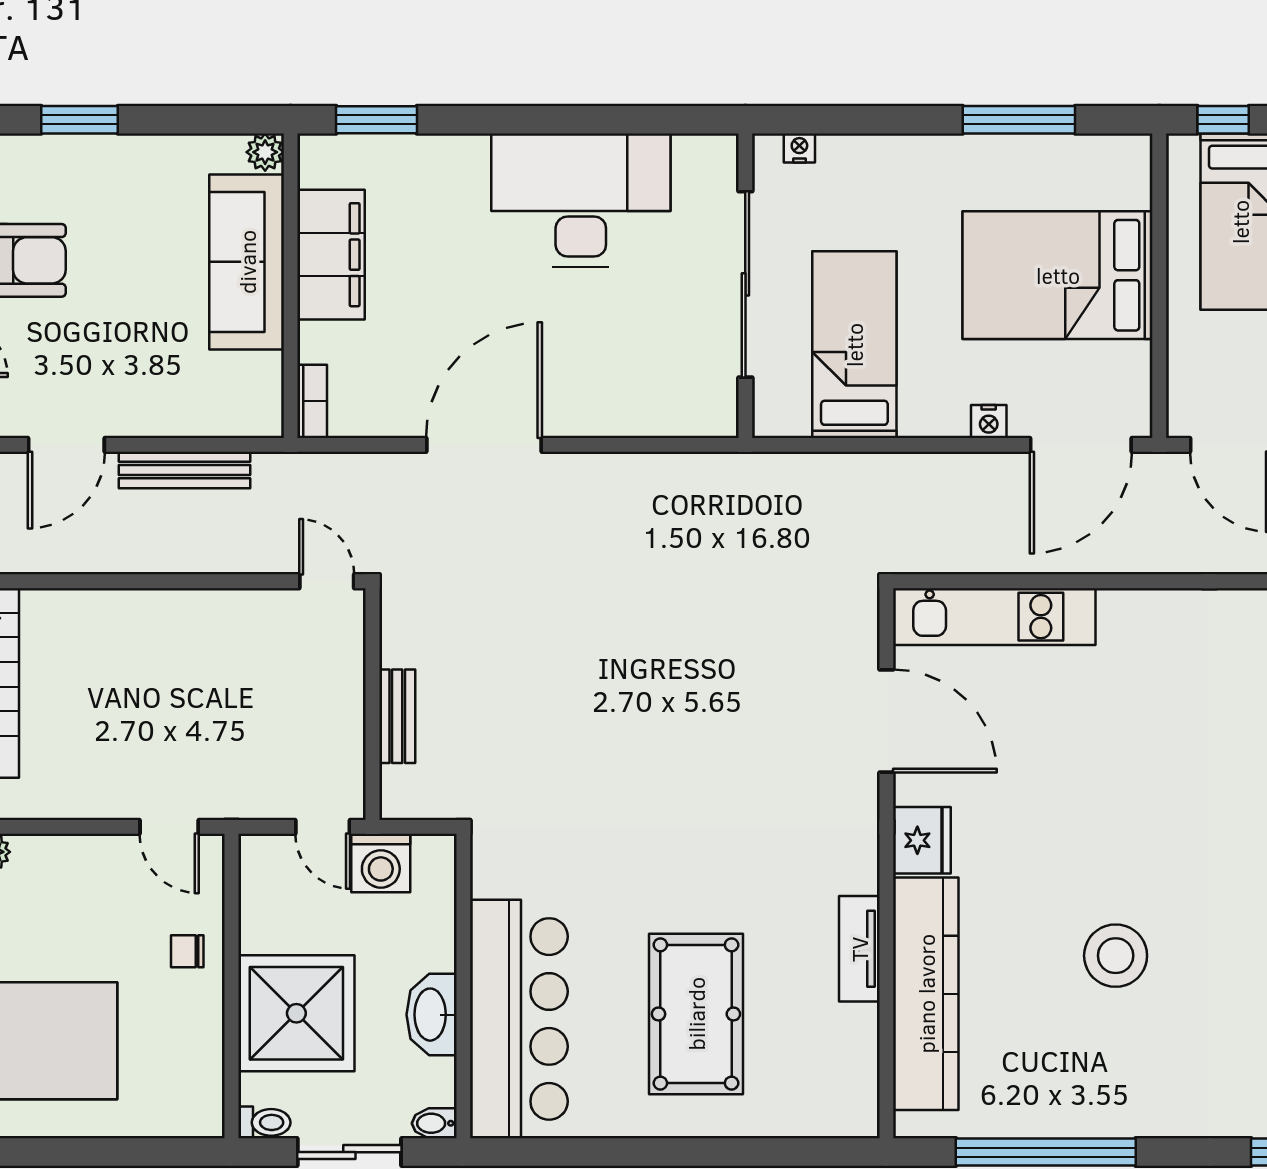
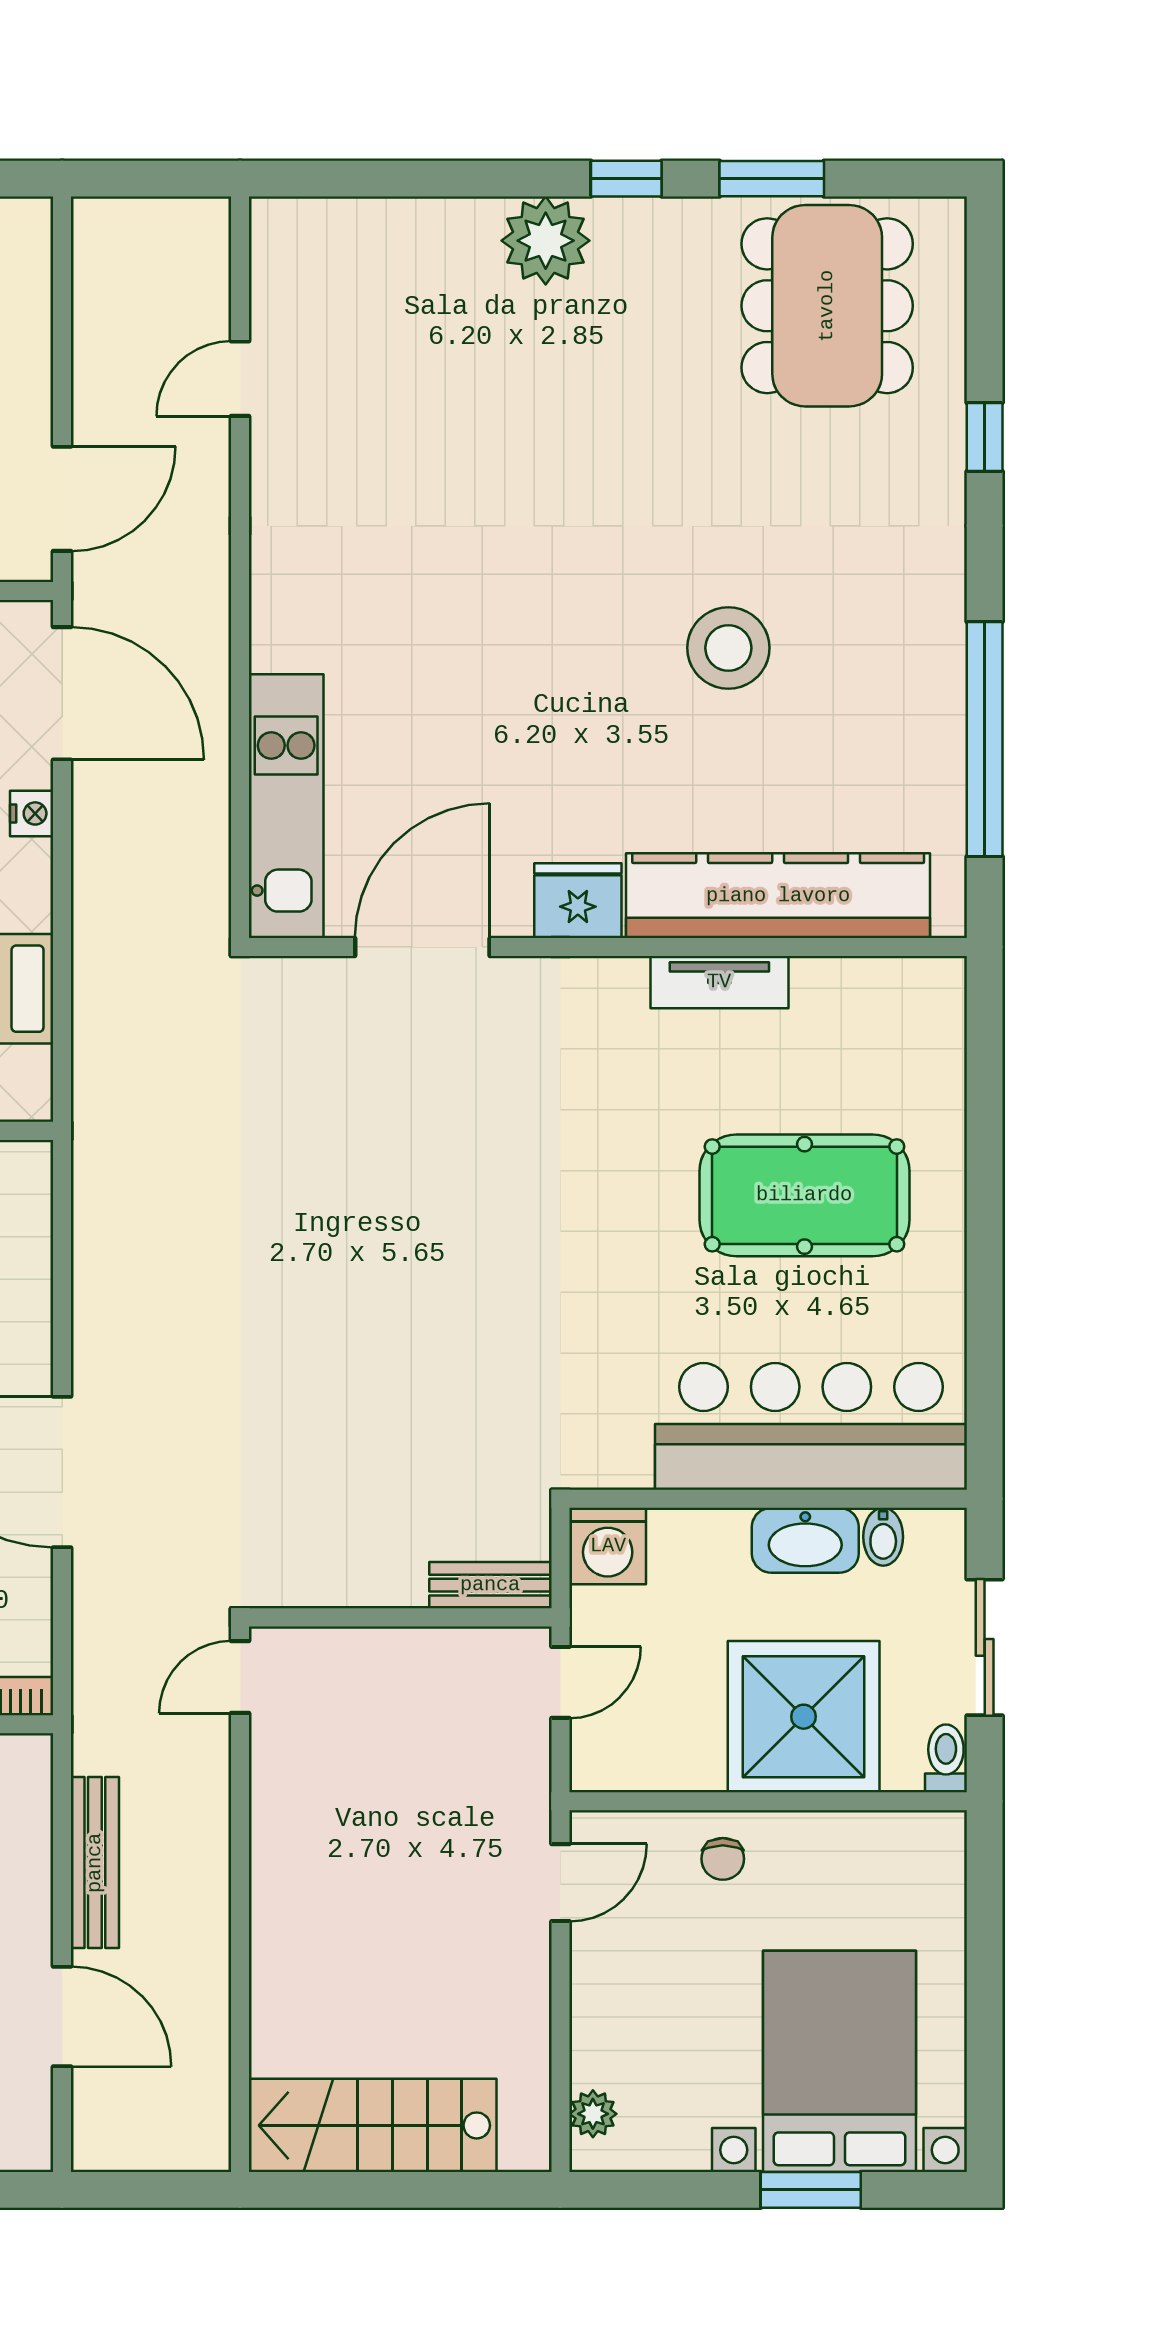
bench: (397, 716) -> (490, 1585), moved
washing machine: (381, 863) -> (608, 1546), moved, turned 90
bidet: (434, 1123) -> (883, 1537), moved

